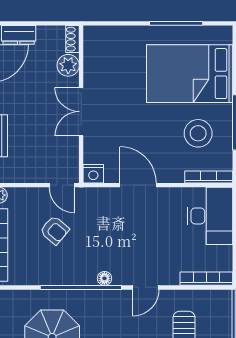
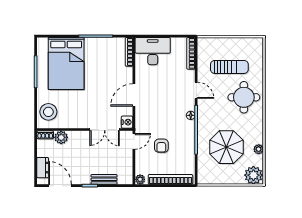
double door: (81, 112) -> (105, 129), moved
stool: (198, 133) -> (48, 112), moved
armchair: (55, 230) -> (161, 146), turned 140

